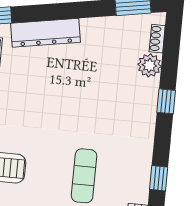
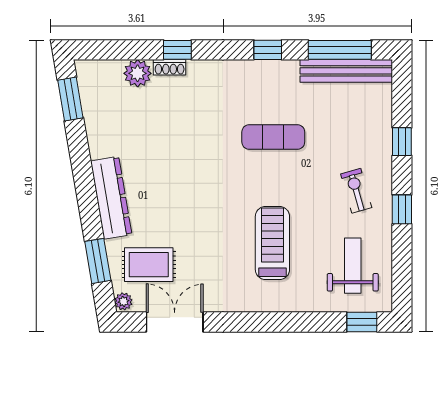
shoe rack: (157, 39) -> (170, 67), moved

